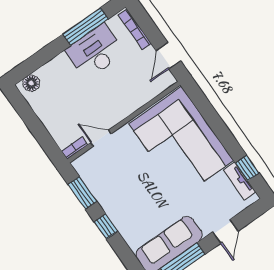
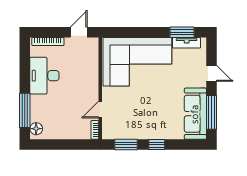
window: (86, 27) -> (25, 110), moved
door: (168, 56) -> (79, 32), swing flipped
window: (247, 168) -> (182, 32), width x1.50

